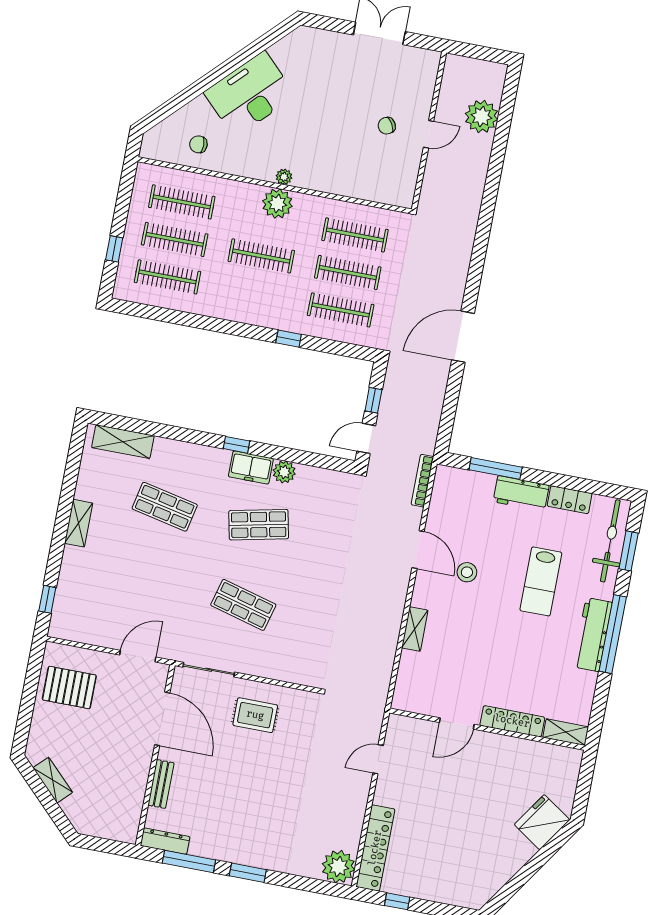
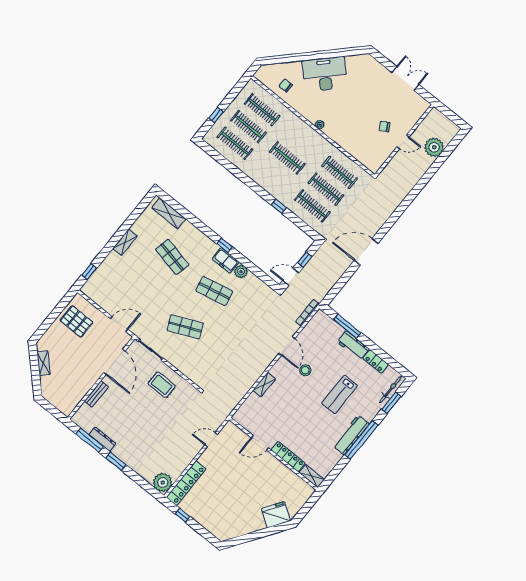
plant: (277, 204) -> (309, 136), removed
bicycle: (610, 541) -> (391, 389), width x0.73, depth x0.71
shop shelf: (243, 605) -> (185, 327), turned -39
dresser: (165, 841) -> (102, 439), moved

